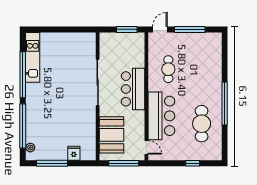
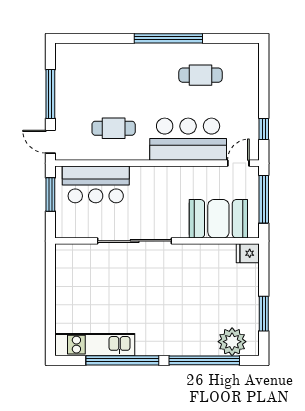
bar counter: (133, 89) -> (96, 184), moved
cafe table: (202, 124) -> (201, 75), width x0.73, depth x0.74
plant: (30, 148) -> (232, 342), width x1.88, depth x1.88
fridge: (74, 153) -> (248, 253), moved
window: (52, 163) -> (264, 314), width x0.69
window: (193, 163) -> (264, 129), moved

